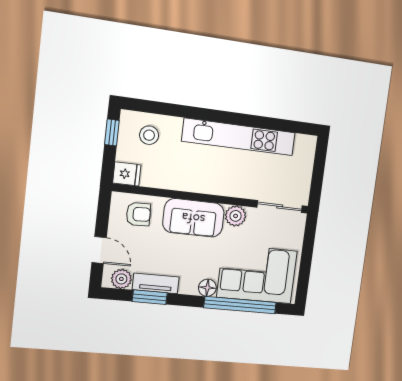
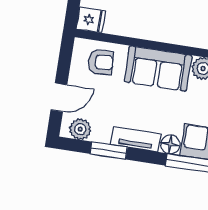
door: (99, 250) -> (59, 97), hinge flipped
tv unit: (156, 283) -> (136, 139), moved

